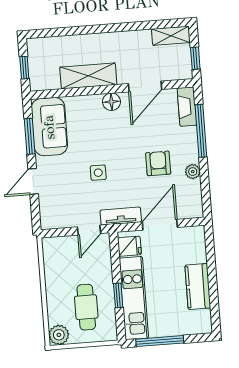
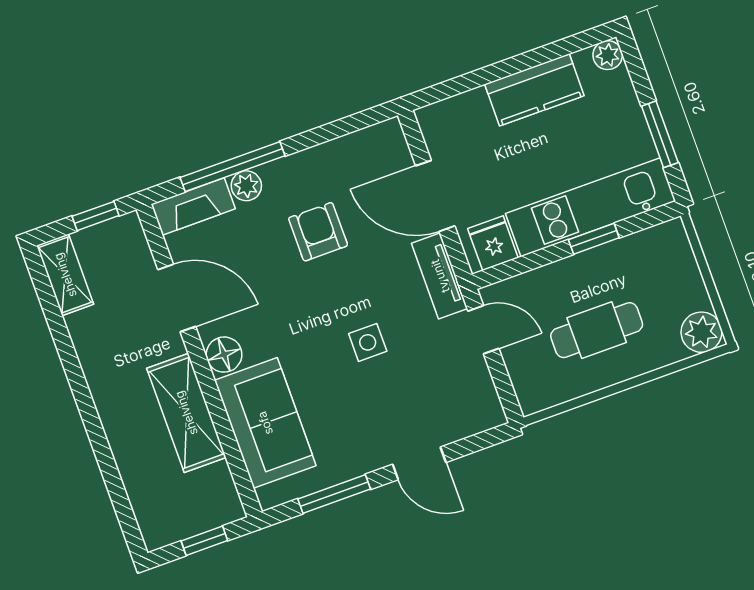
sofa: (49, 127) -> (265, 423), moved, turned 90
armchair: (158, 163) -> (318, 232), turned 90
plant: (193, 172) -> (246, 186), moved
cafe table: (86, 307) -> (597, 330), moved
plant: (205, 326) -> (608, 55), added
window: (160, 341) -> (660, 134), width x0.69

